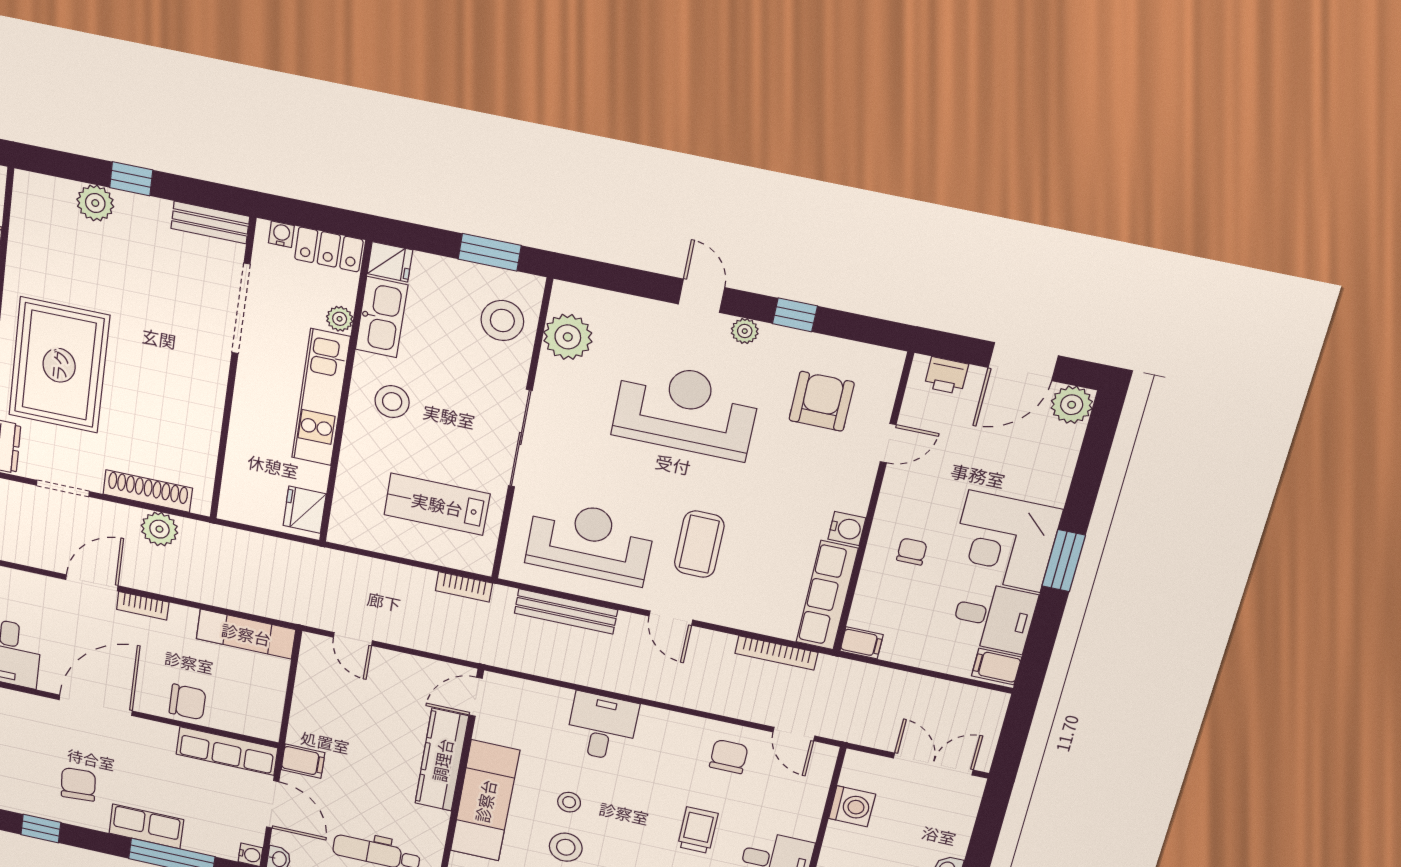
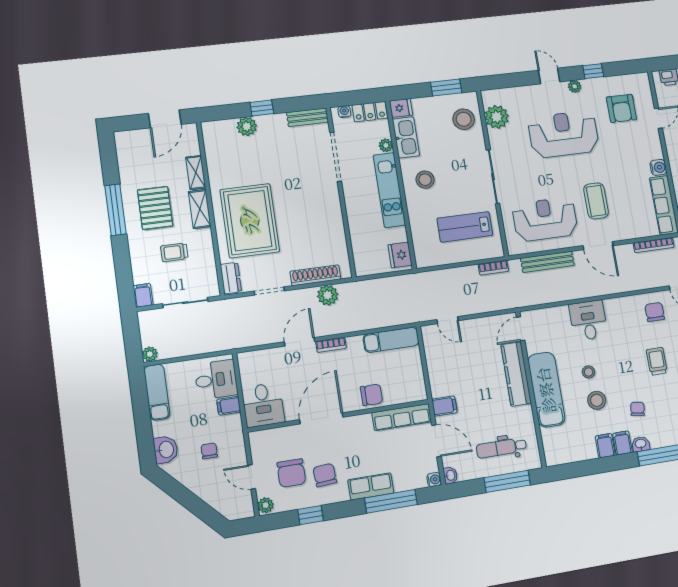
armchair: (822, 401) -> (621, 108), turned 180
door: (671, 618) -> (598, 246), width x1.38
chair: (27, 762) -> (291, 473), added

